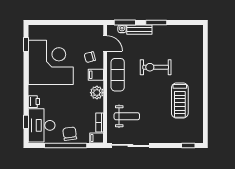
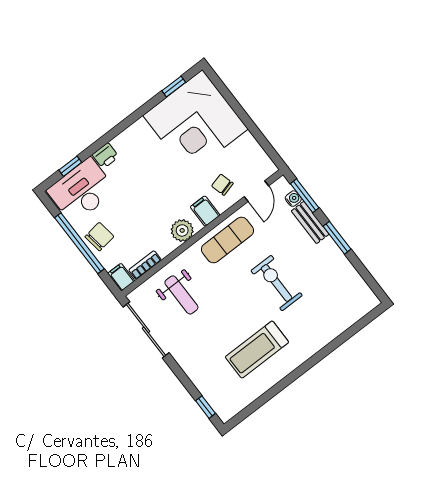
corner desk: (51, 62) -> (195, 122), moved, turned 90

